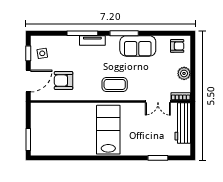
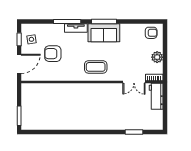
sofa: (138, 46) -> (104, 33), moved
armchair: (63, 81) -> (53, 54), moved
workbench: (183, 123) -> (156, 96), width x0.73
lab bench: (108, 130) -> (90, 107), removed

